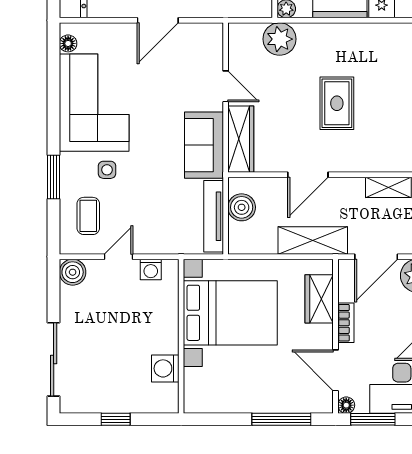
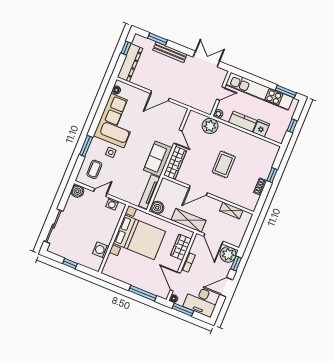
boiler: (242, 207) -> (157, 208), moved
door: (376, 257) -> (213, 239), hinge flipped

